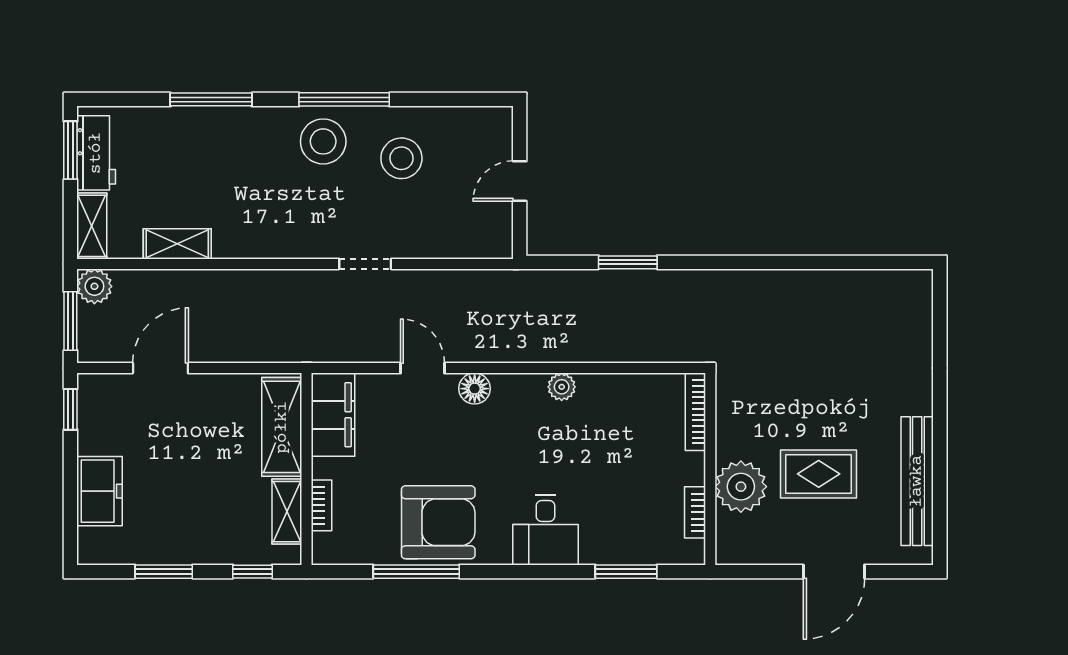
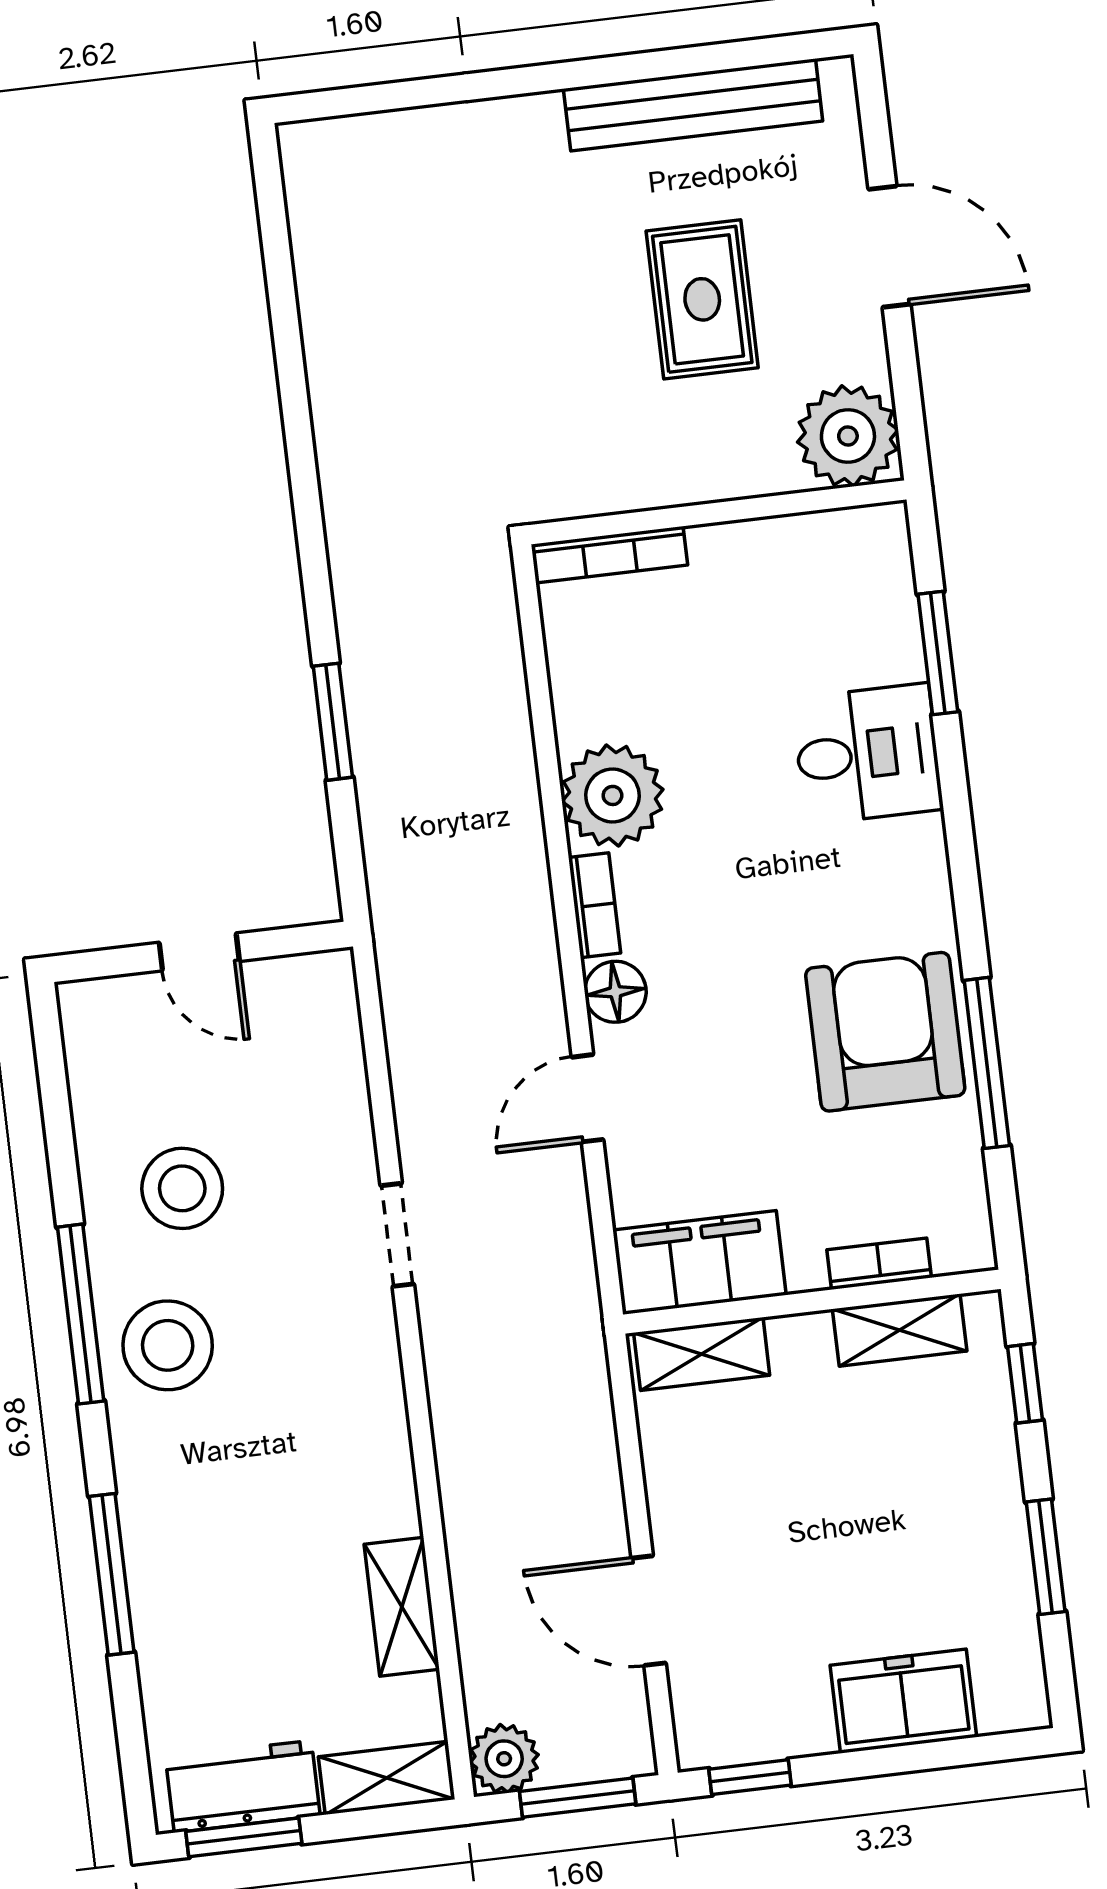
plant: (562, 387) -> (613, 795), width x1.88, depth x1.88
shelving: (282, 427) -> (702, 1354), width x0.67, depth x0.75
plant: (741, 487) -> (848, 436), moved
bookcase: (695, 512) -> (595, 905), moved, turned -90
desk: (545, 530) -> (867, 754), moved

